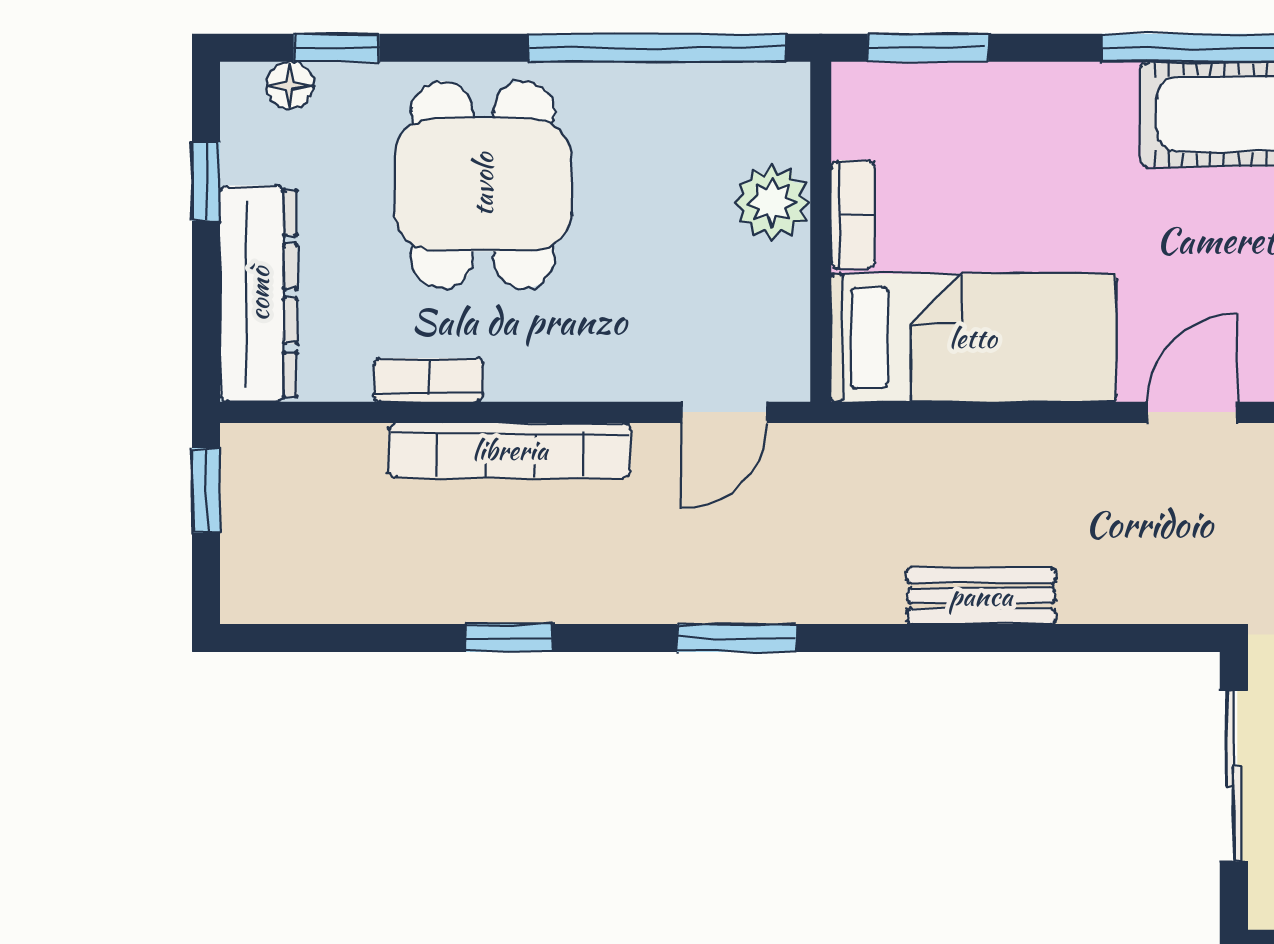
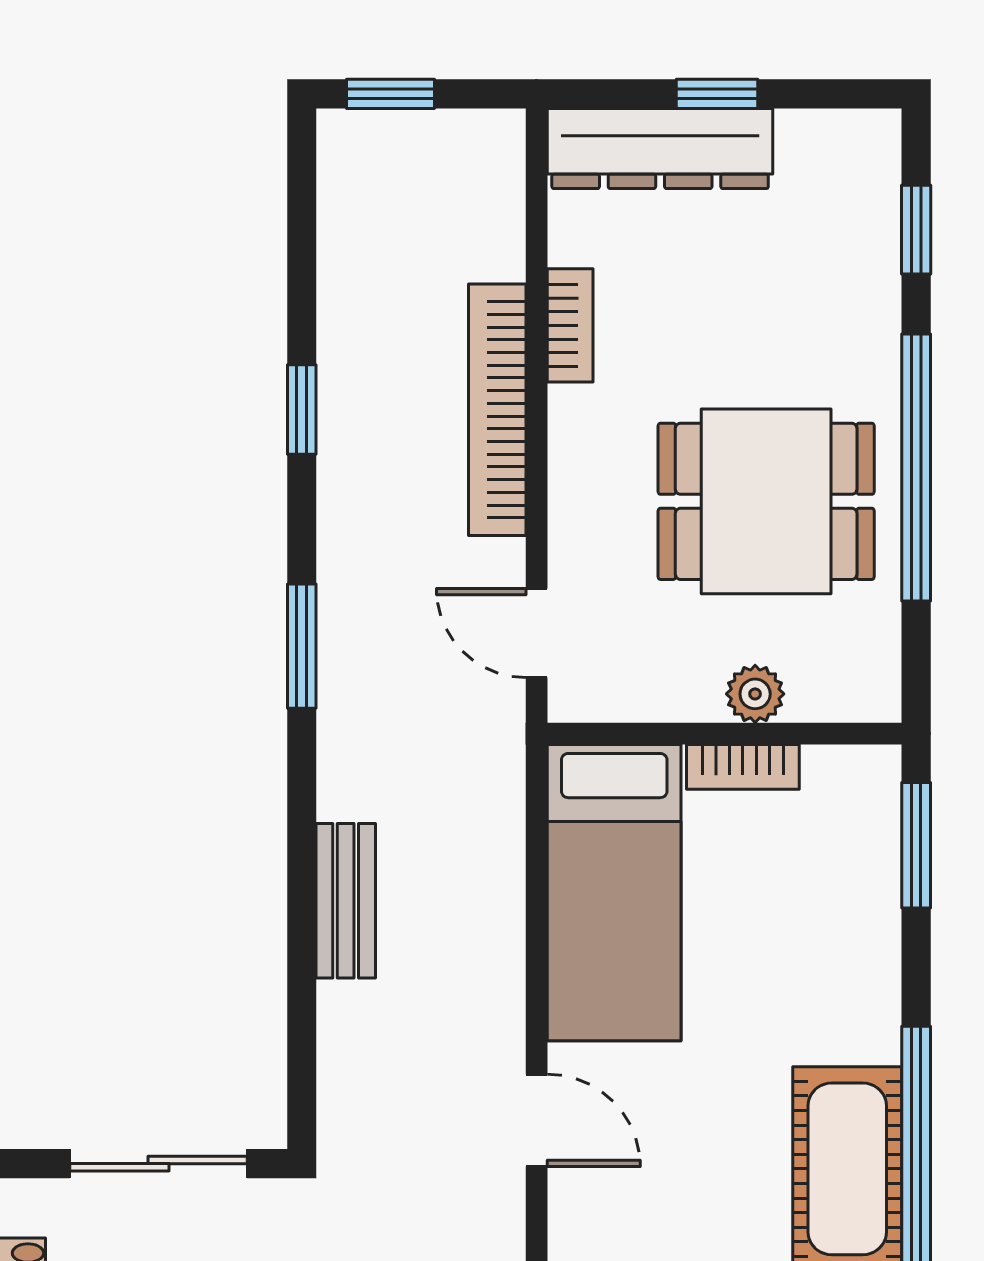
window: (657, 48) -> (916, 468), moved
floor lamp: (290, 85) -> (877, 181), removed
window: (206, 182) -> (717, 94), moved
dining table: (483, 185) -> (766, 501), moved
plant: (772, 203) -> (755, 694), width x0.73, depth x0.73
window: (206, 490) -> (391, 94), moved

